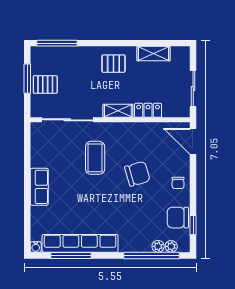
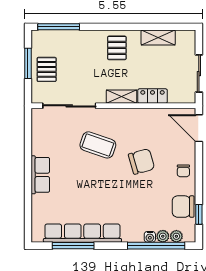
pallet: (113, 64) -> (117, 48), turned 90
pallet: (45, 84) -> (47, 69), turned 90
coffee table: (95, 158) -> (98, 145), turned -71
water cooler: (36, 247) -> (150, 237), moved

